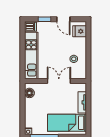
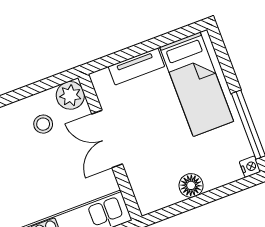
plant: (81, 73) -> (70, 95), added
floor lamp: (29, 93) -> (191, 185), moved

